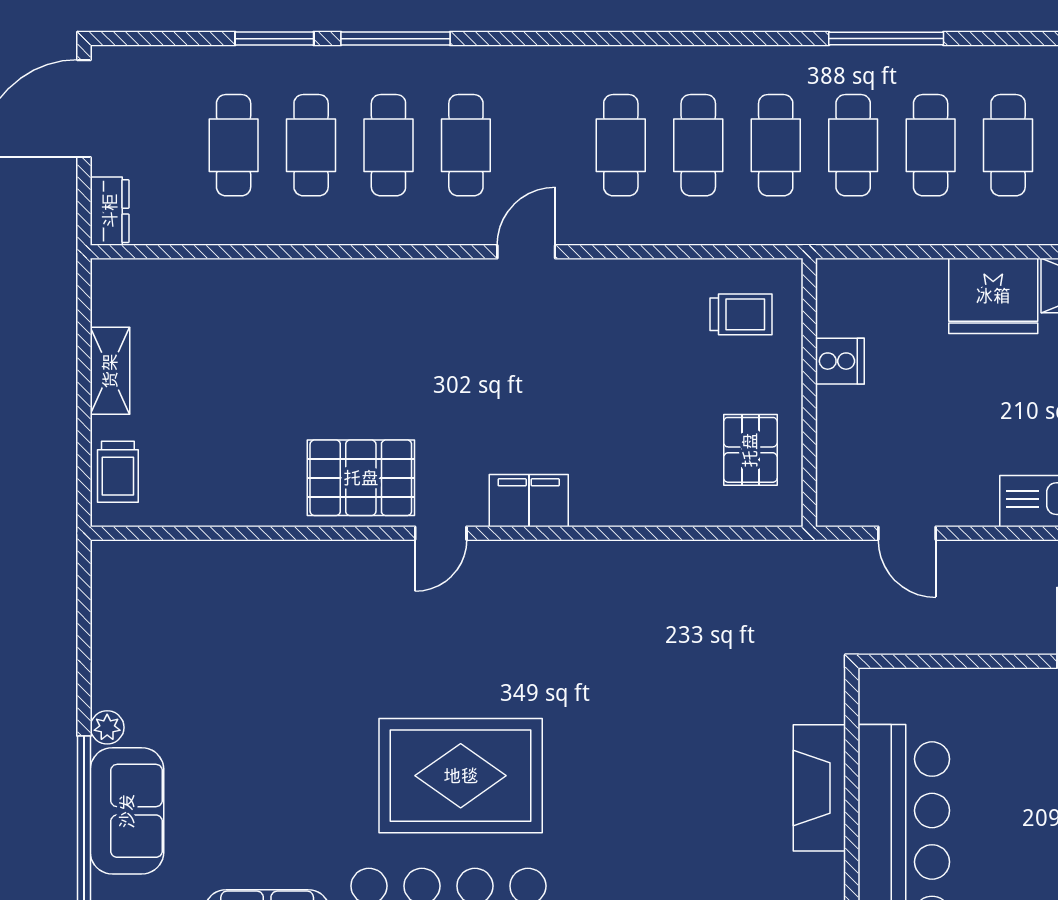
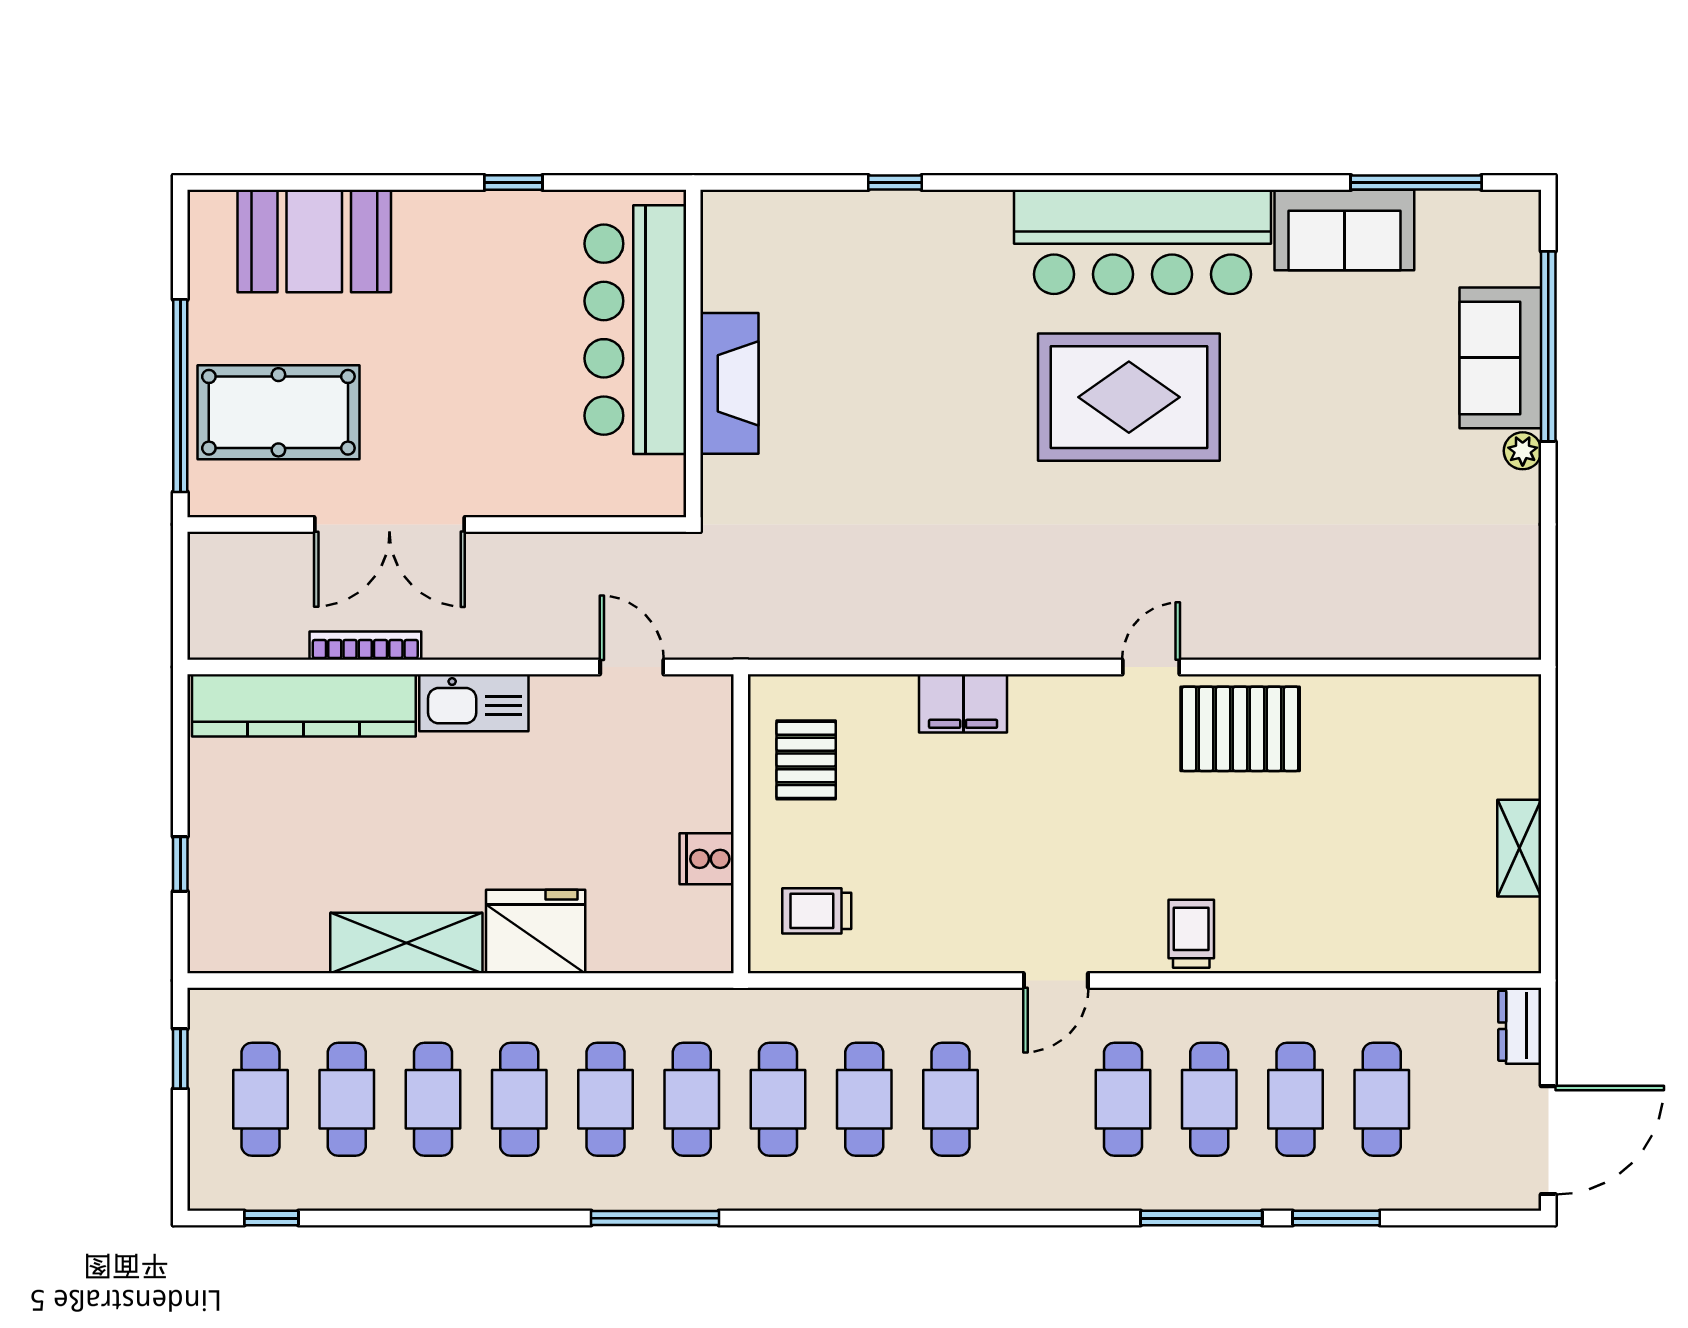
trolley: (118, 472) -> (1191, 934), moved
filing cabinet: (529, 501) -> (963, 703), moved

